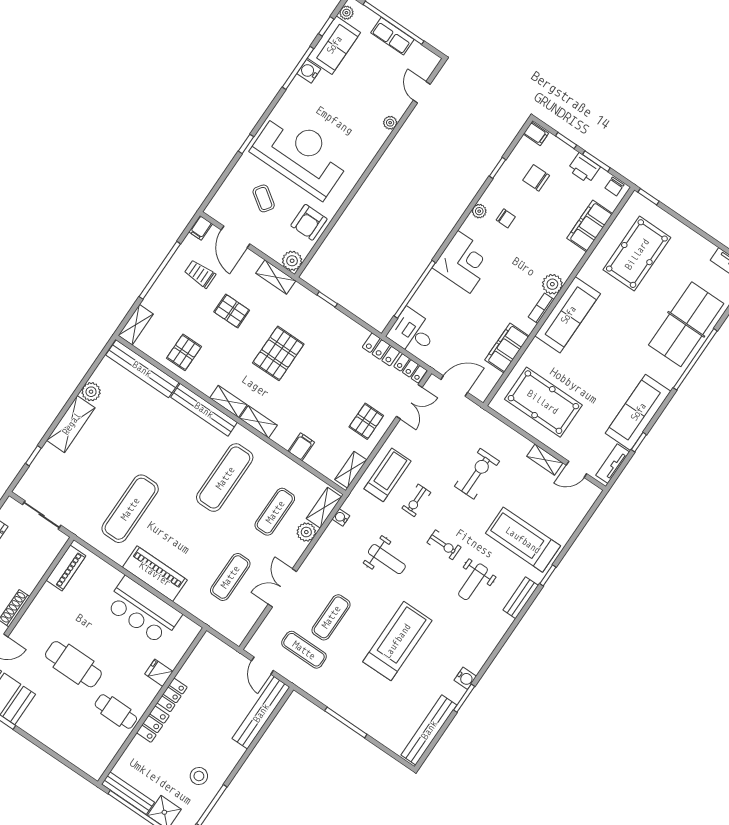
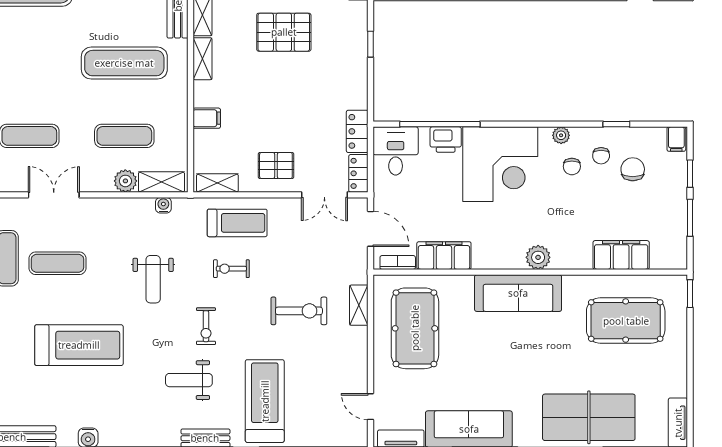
printer: (584, 168) -> (446, 140), moved, turned -90
chair: (614, 186) -> (601, 156), moved, turned -90
corner desk: (464, 262) -> (500, 164), width x1.36, depth x1.36
bookcase: (541, 308) -> (398, 262), moved
shelving: (545, 460) -> (359, 305), moved

